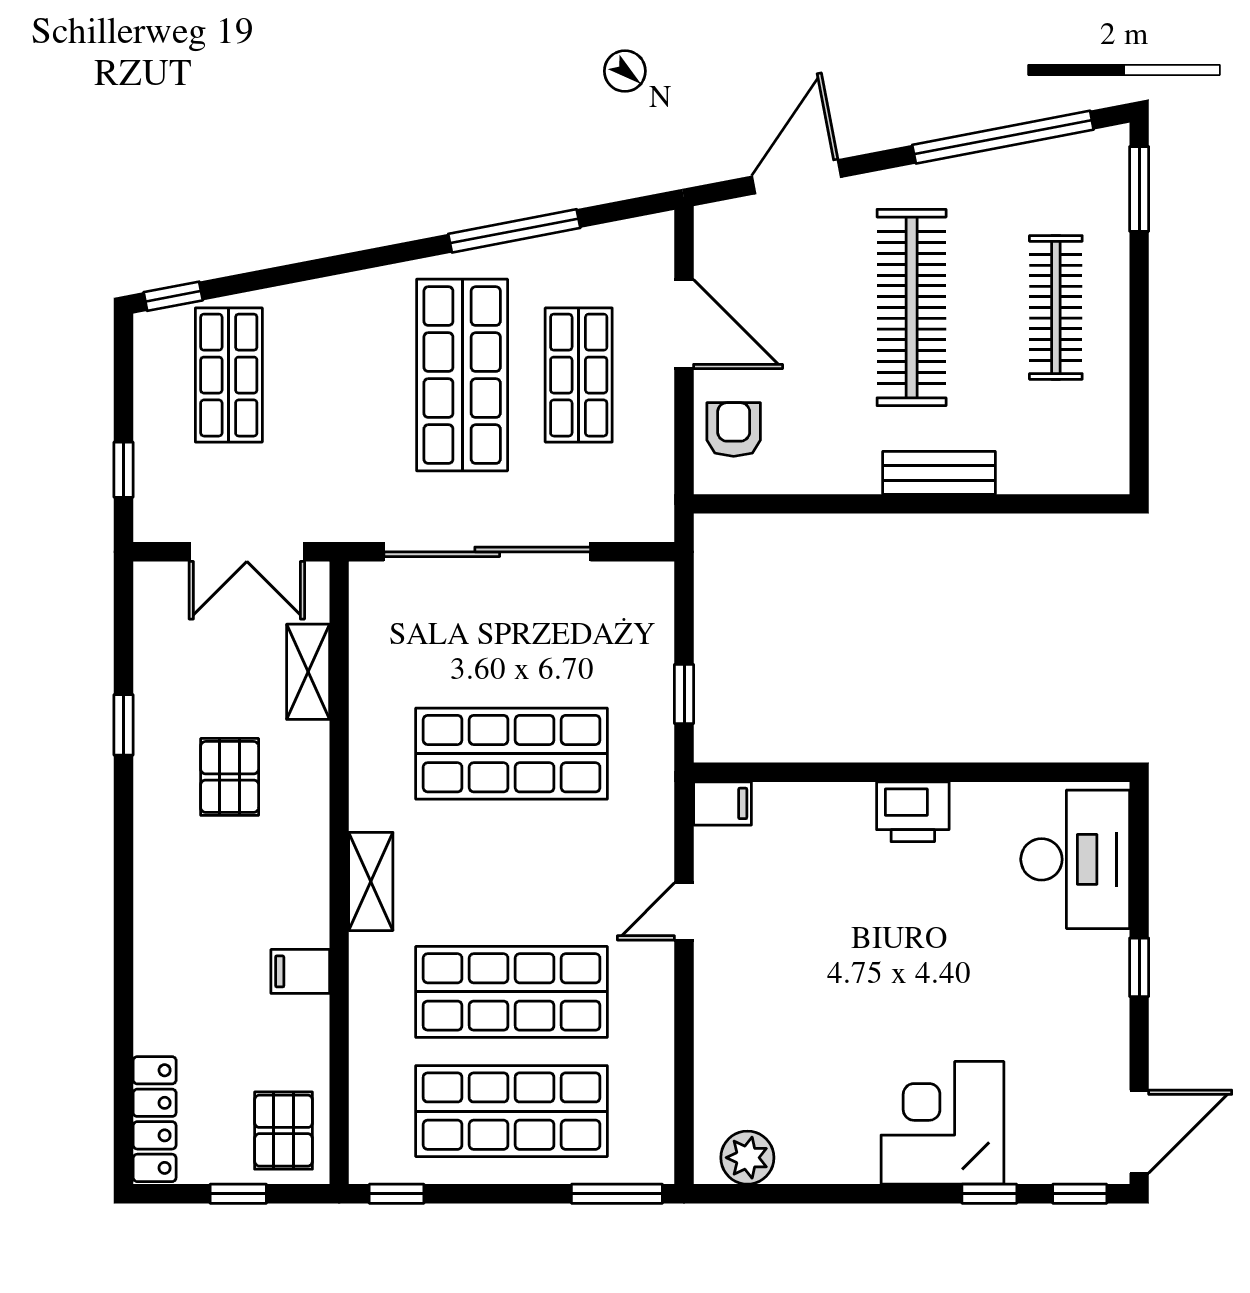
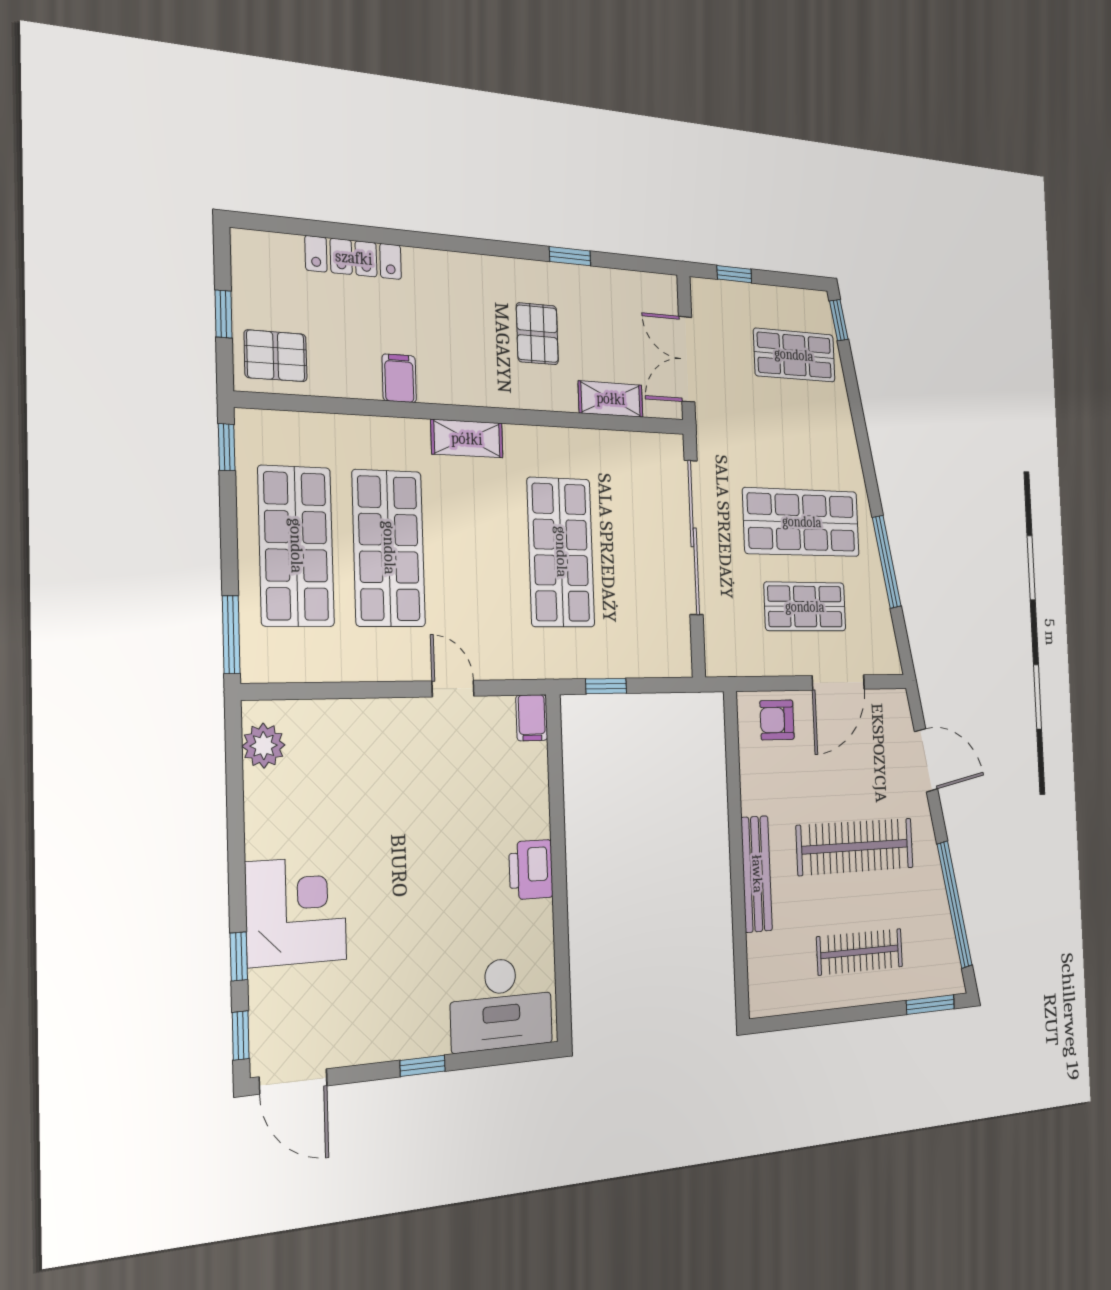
armchair: (734, 429) -> (777, 720), turned 180
bench: (939, 473) -> (757, 874), width x1.36
pallet: (230, 777) -> (537, 334), turned 90
locker: (155, 1119) -> (354, 258), moved

